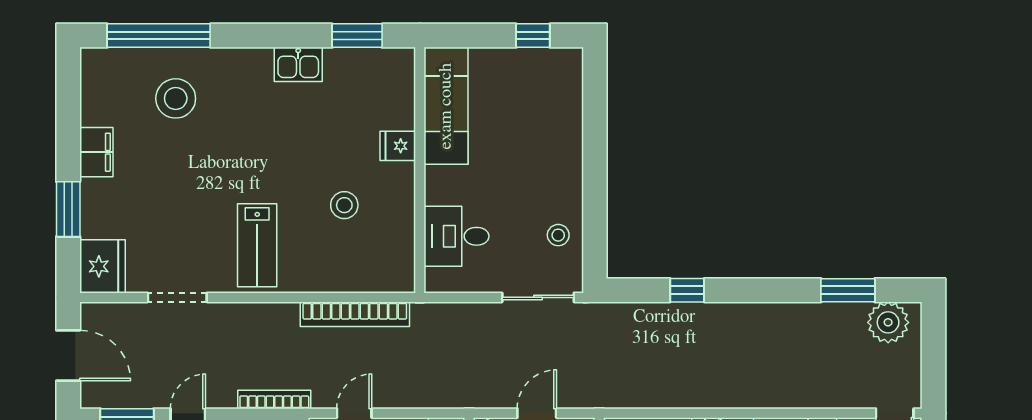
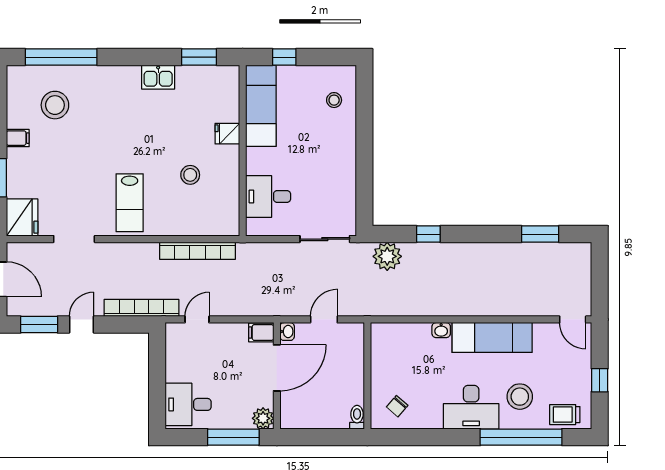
window: (533, 36) -> (284, 57), moved
stool: (176, 98) -> (55, 105), moved
filing cabinet: (96, 152) -> (18, 138), width x0.50
stool: (558, 235) -> (334, 100), moved
plant: (888, 322) -> (387, 256), moved
bookcase: (274, 400) -> (142, 308), width x1.48, depth x1.31

